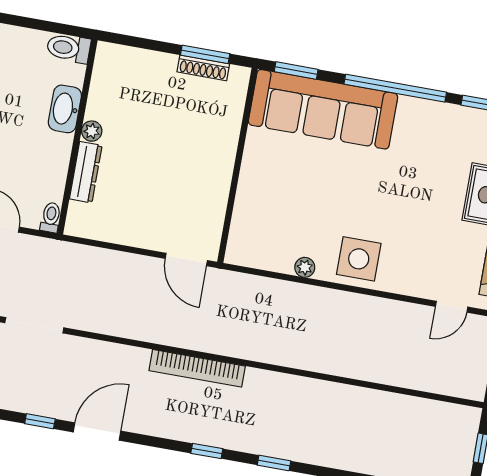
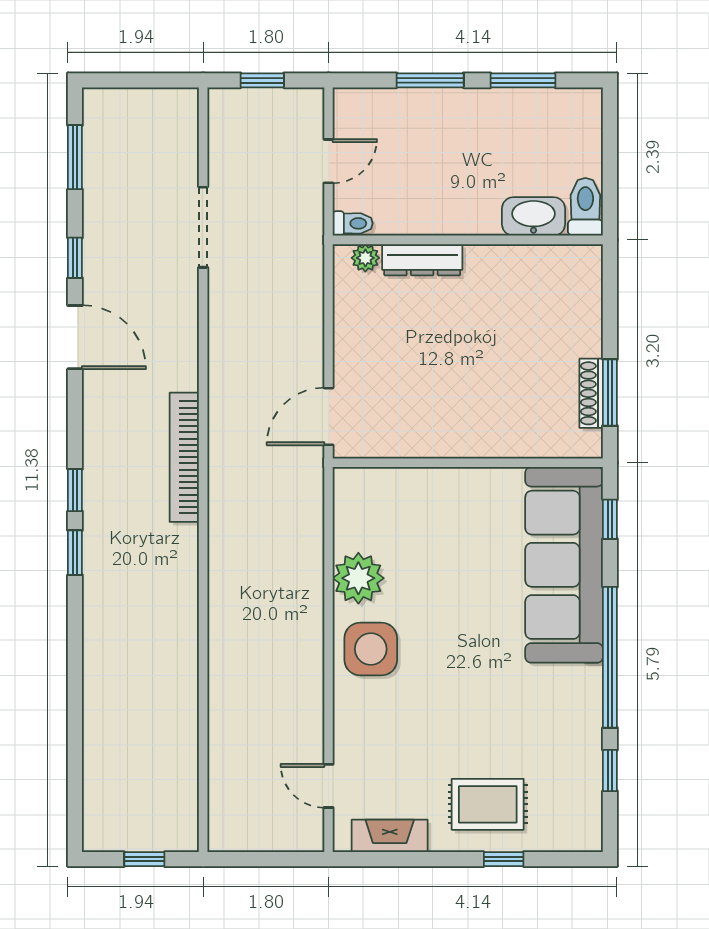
window: (296, 71) -> (610, 519), width x0.67
washbasin: (65, 109) -> (534, 216), moved
plant: (92, 131) -> (365, 258), moved
plant: (305, 267) -> (358, 578), width x1.88, depth x1.88
window: (274, 463) -> (75, 553), moved

